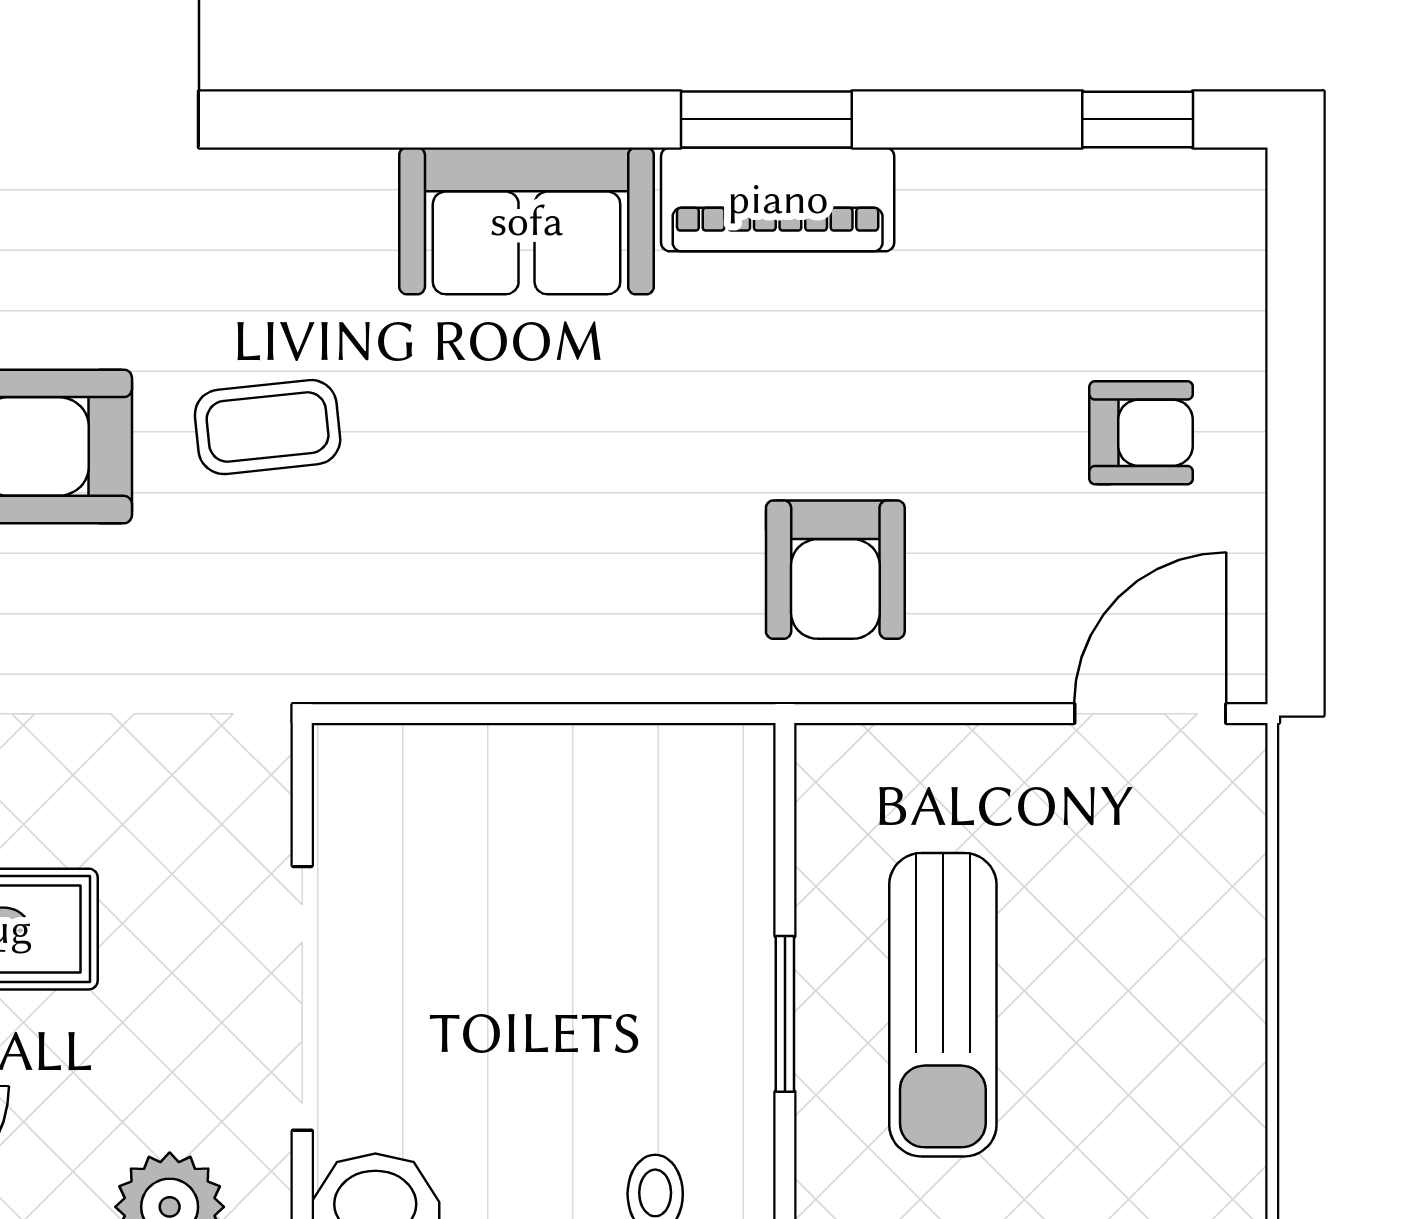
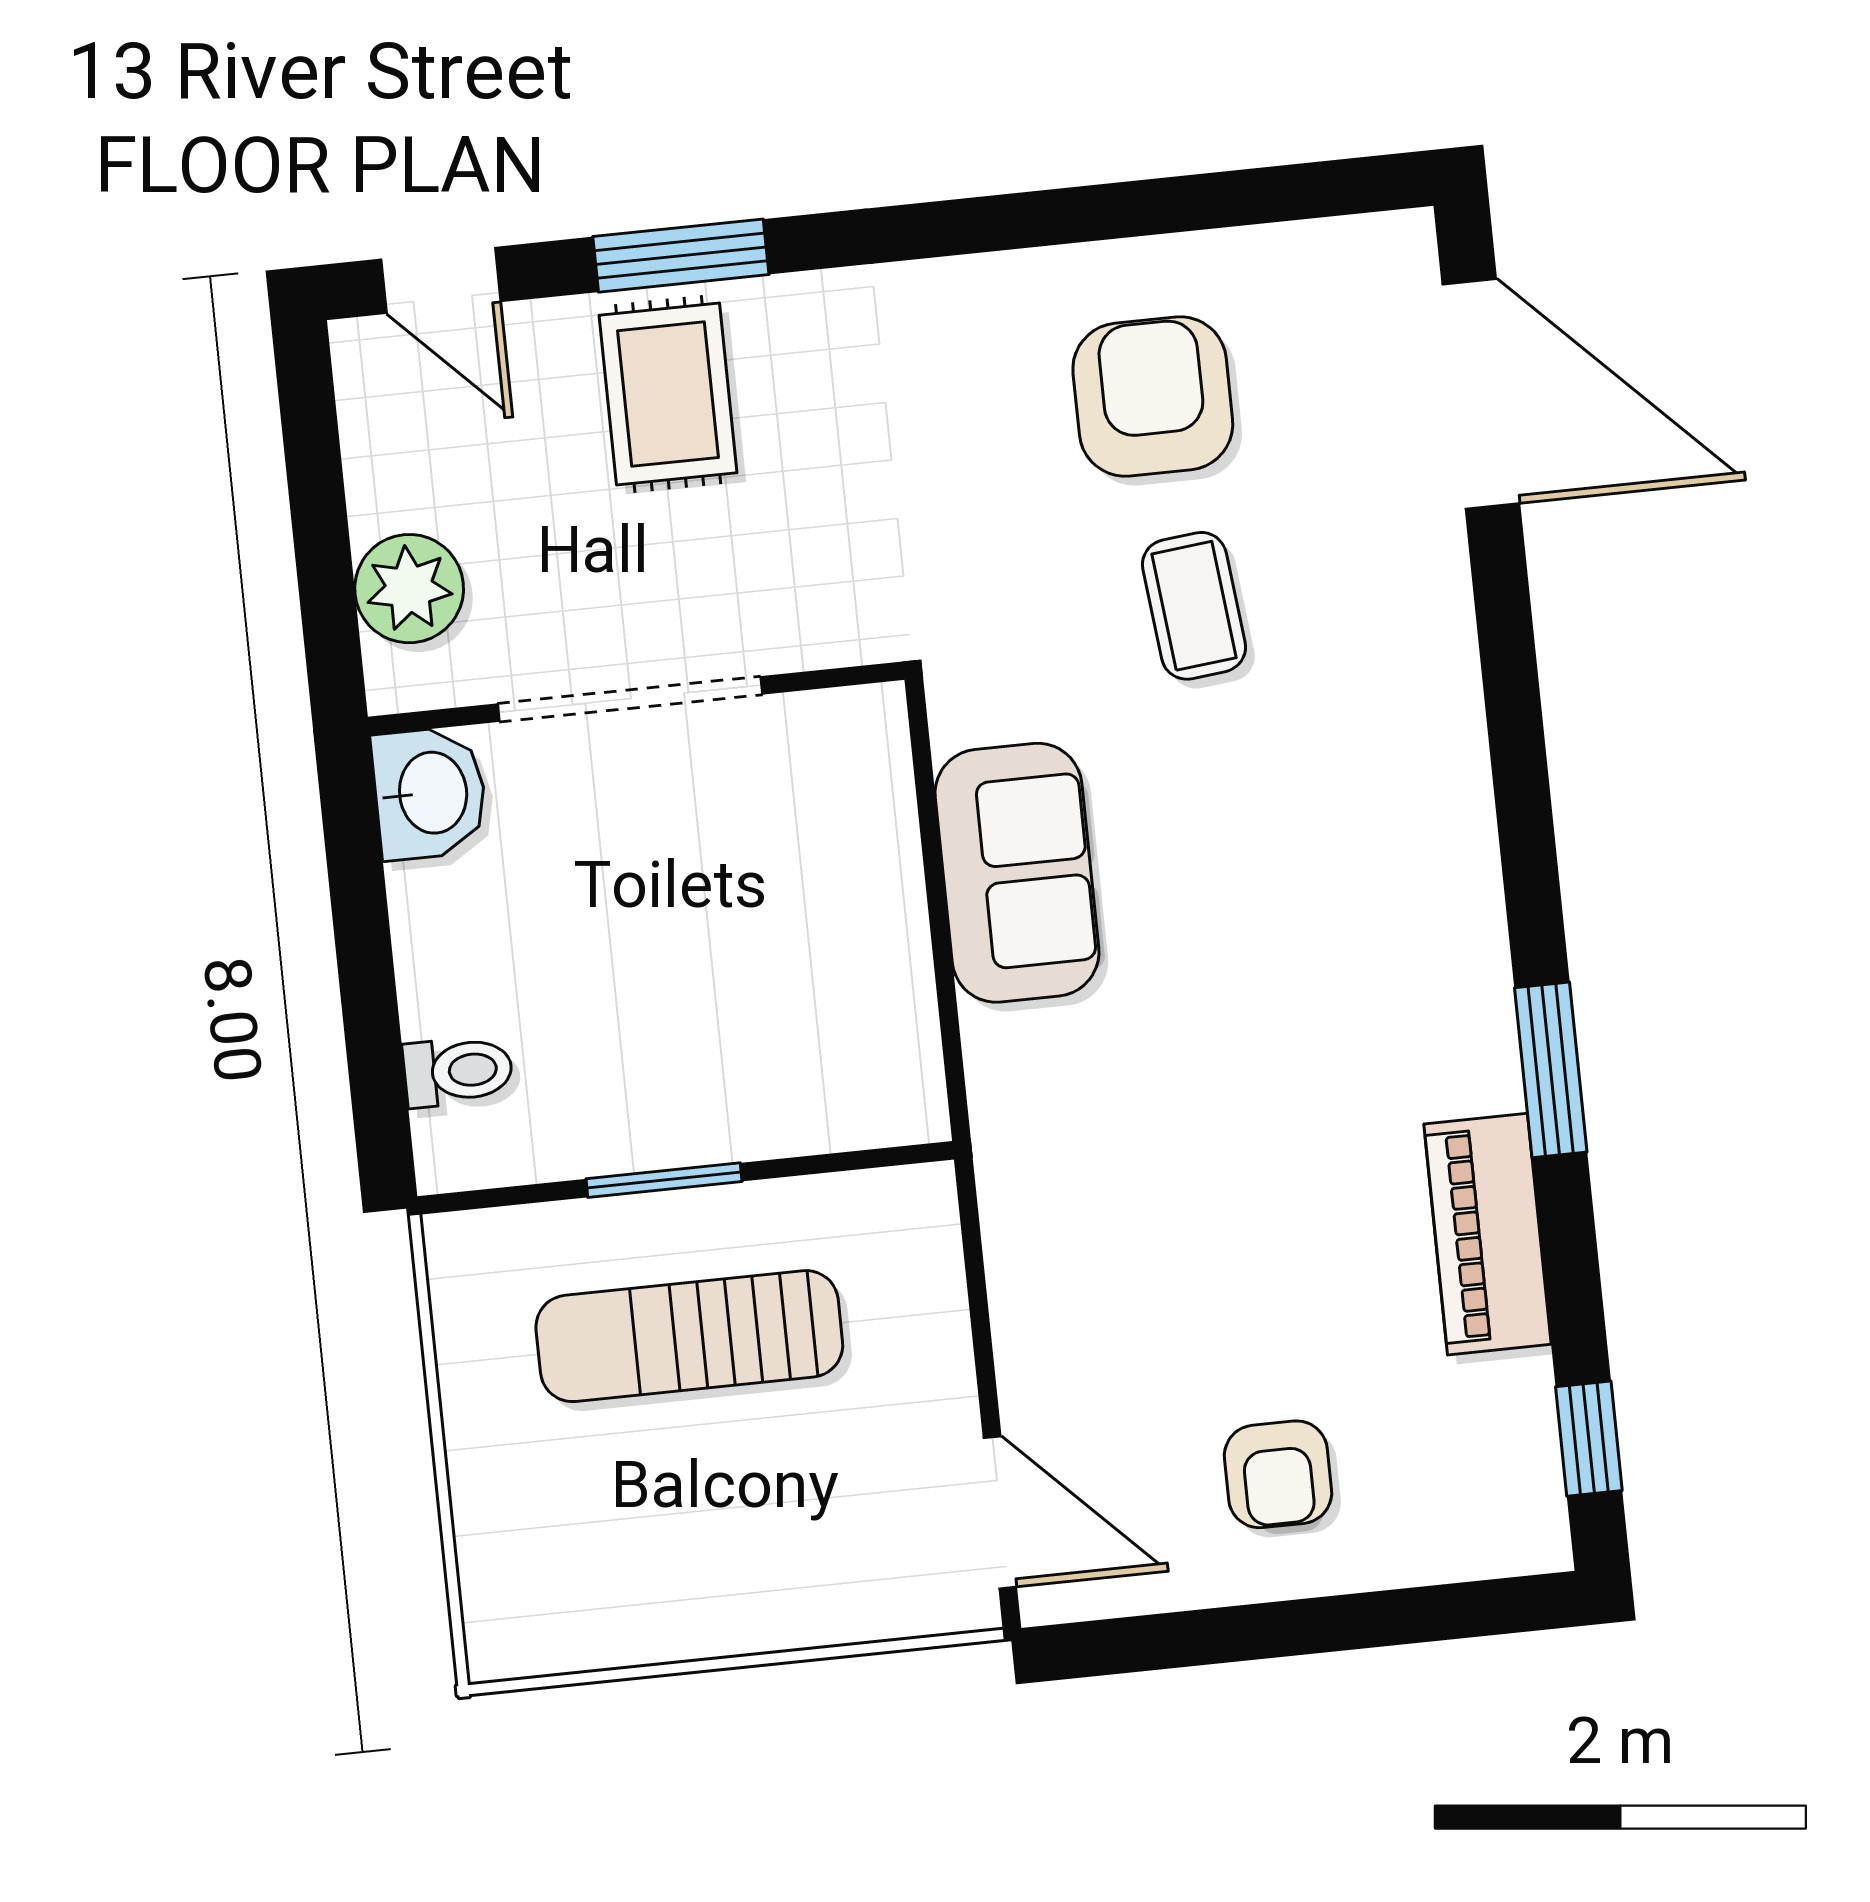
piano: (778, 199) -> (1487, 1234), moved
sofa: (527, 221) -> (1017, 873), moved, turned 180
armchair: (835, 570) -> (1111, 1185), removed

